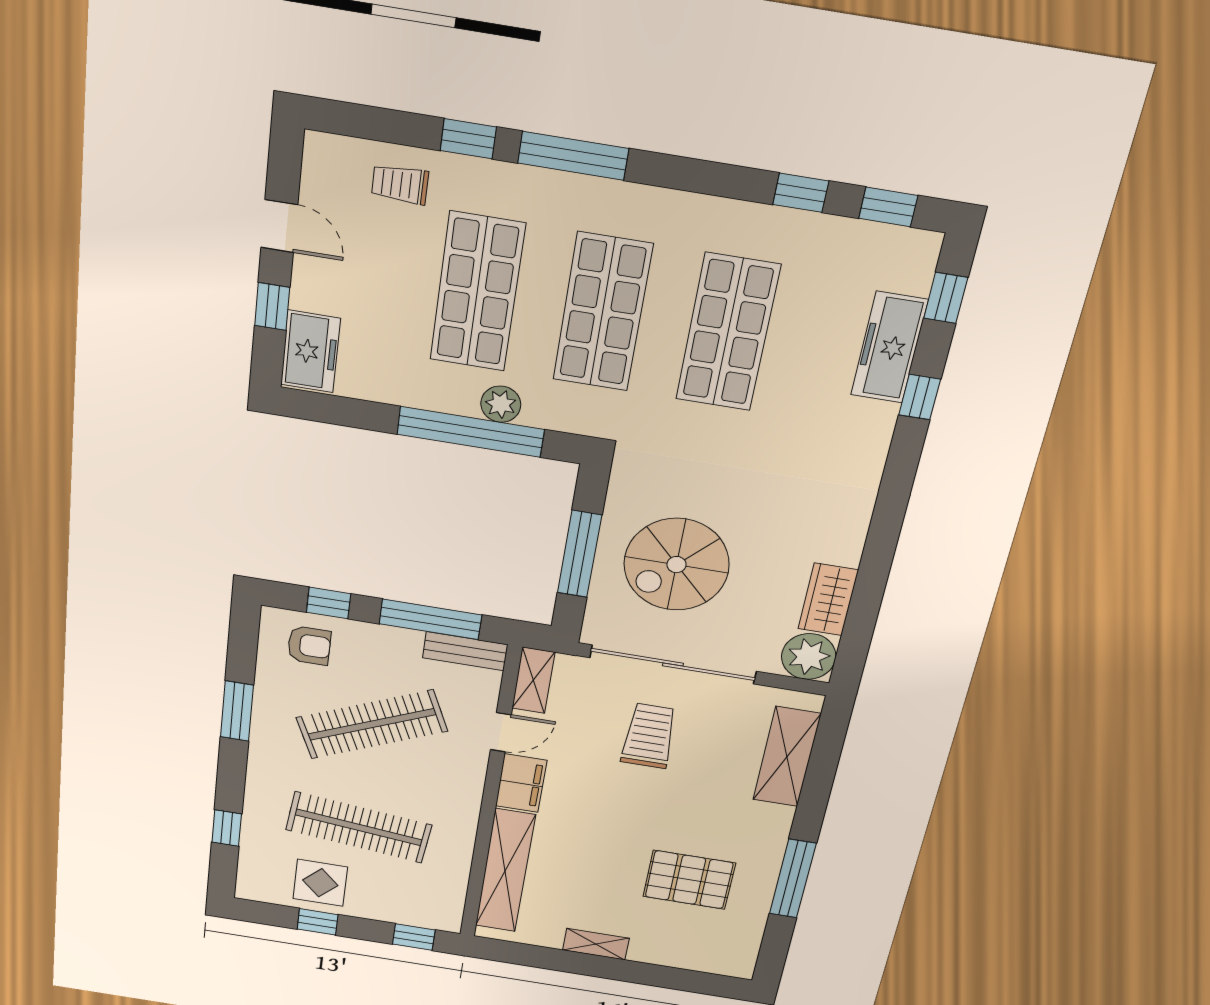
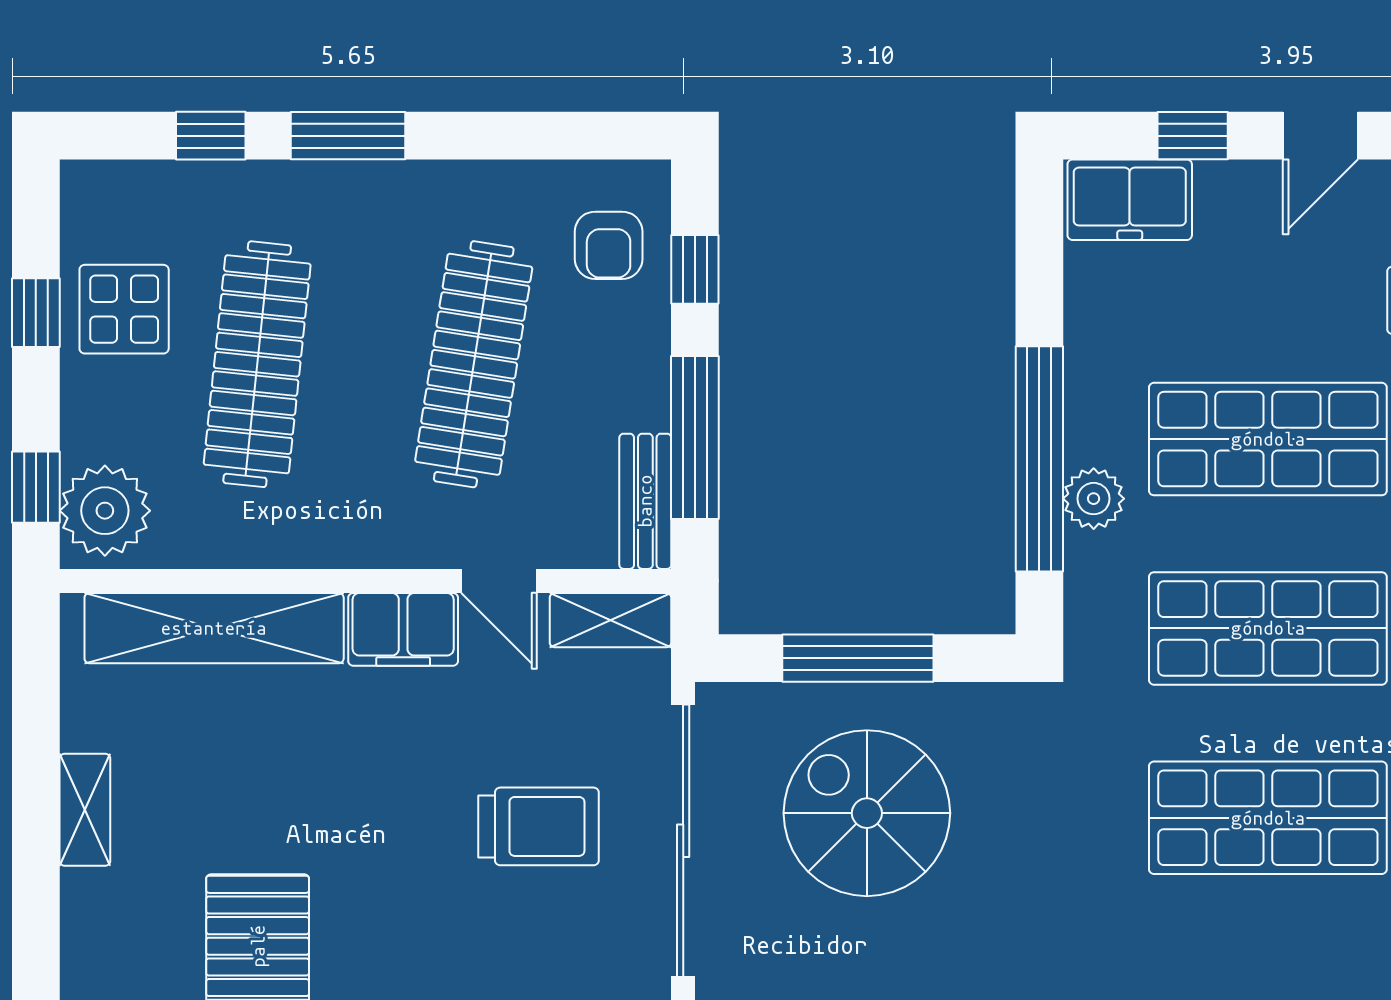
window: (237, 711) -> (348, 136), moved
clothes rail: (372, 724) -> (474, 364), turned 33
plant: (431, 909) -> (105, 511), added

